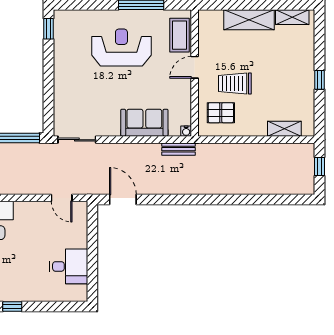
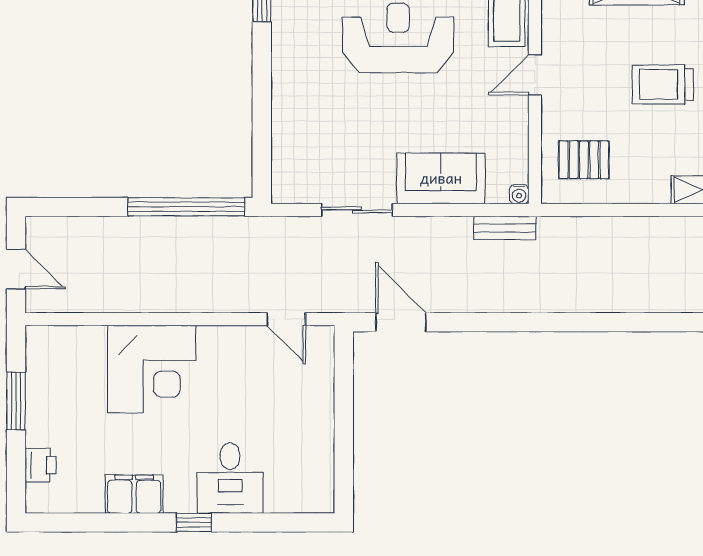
trolley: (235, 83) -> (663, 85), moved
sliding door: (77, 140) -> (357, 210), moved
desk: (69, 266) -> (230, 478), moved, turned 90

